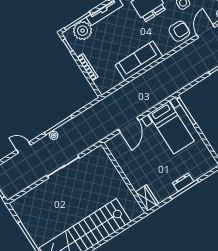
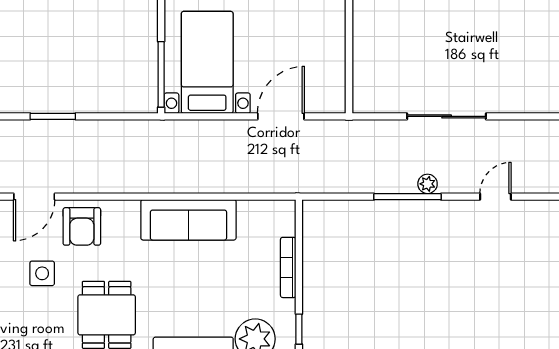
armchair: (179, 31) -> (82, 226), turned -90
door: (24, 147) -> (495, 197), swing flipped

